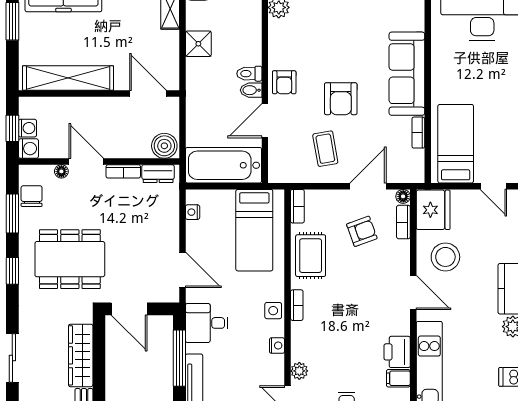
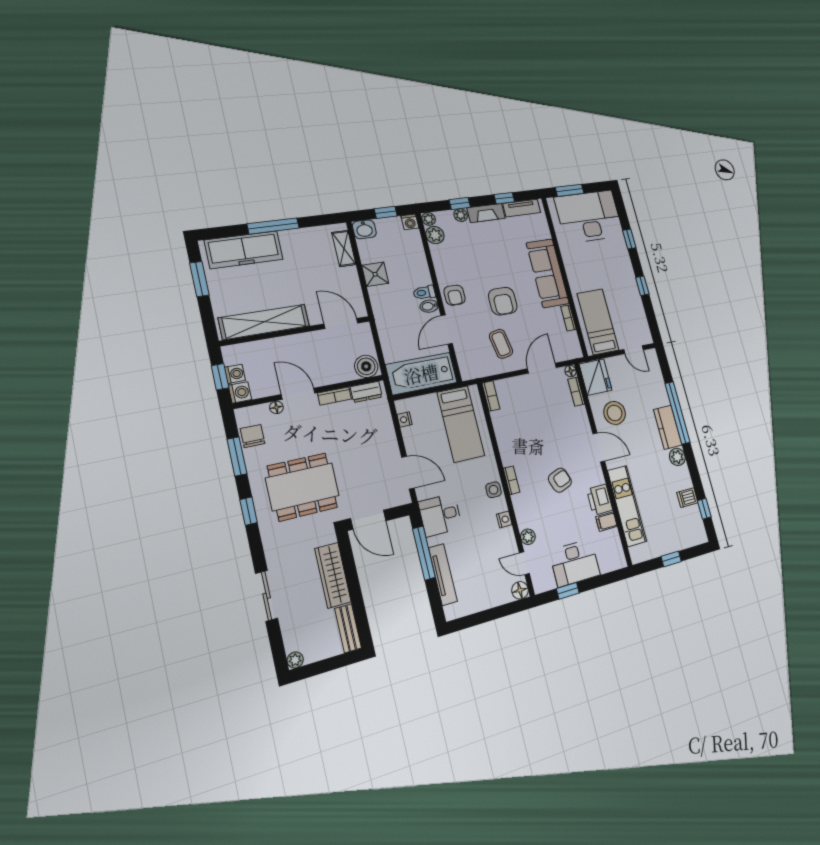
armchair: (362, 231) -> (560, 480), moved
rug: (311, 256) -> (512, 435), removed

